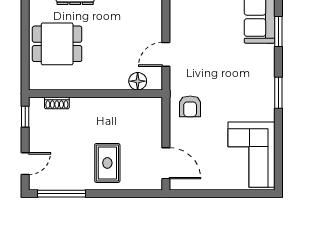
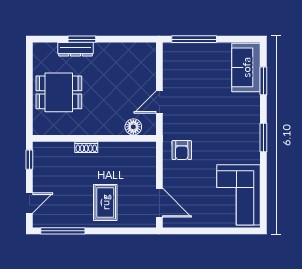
shoe rack: (57, 103) -> (86, 147), moved

